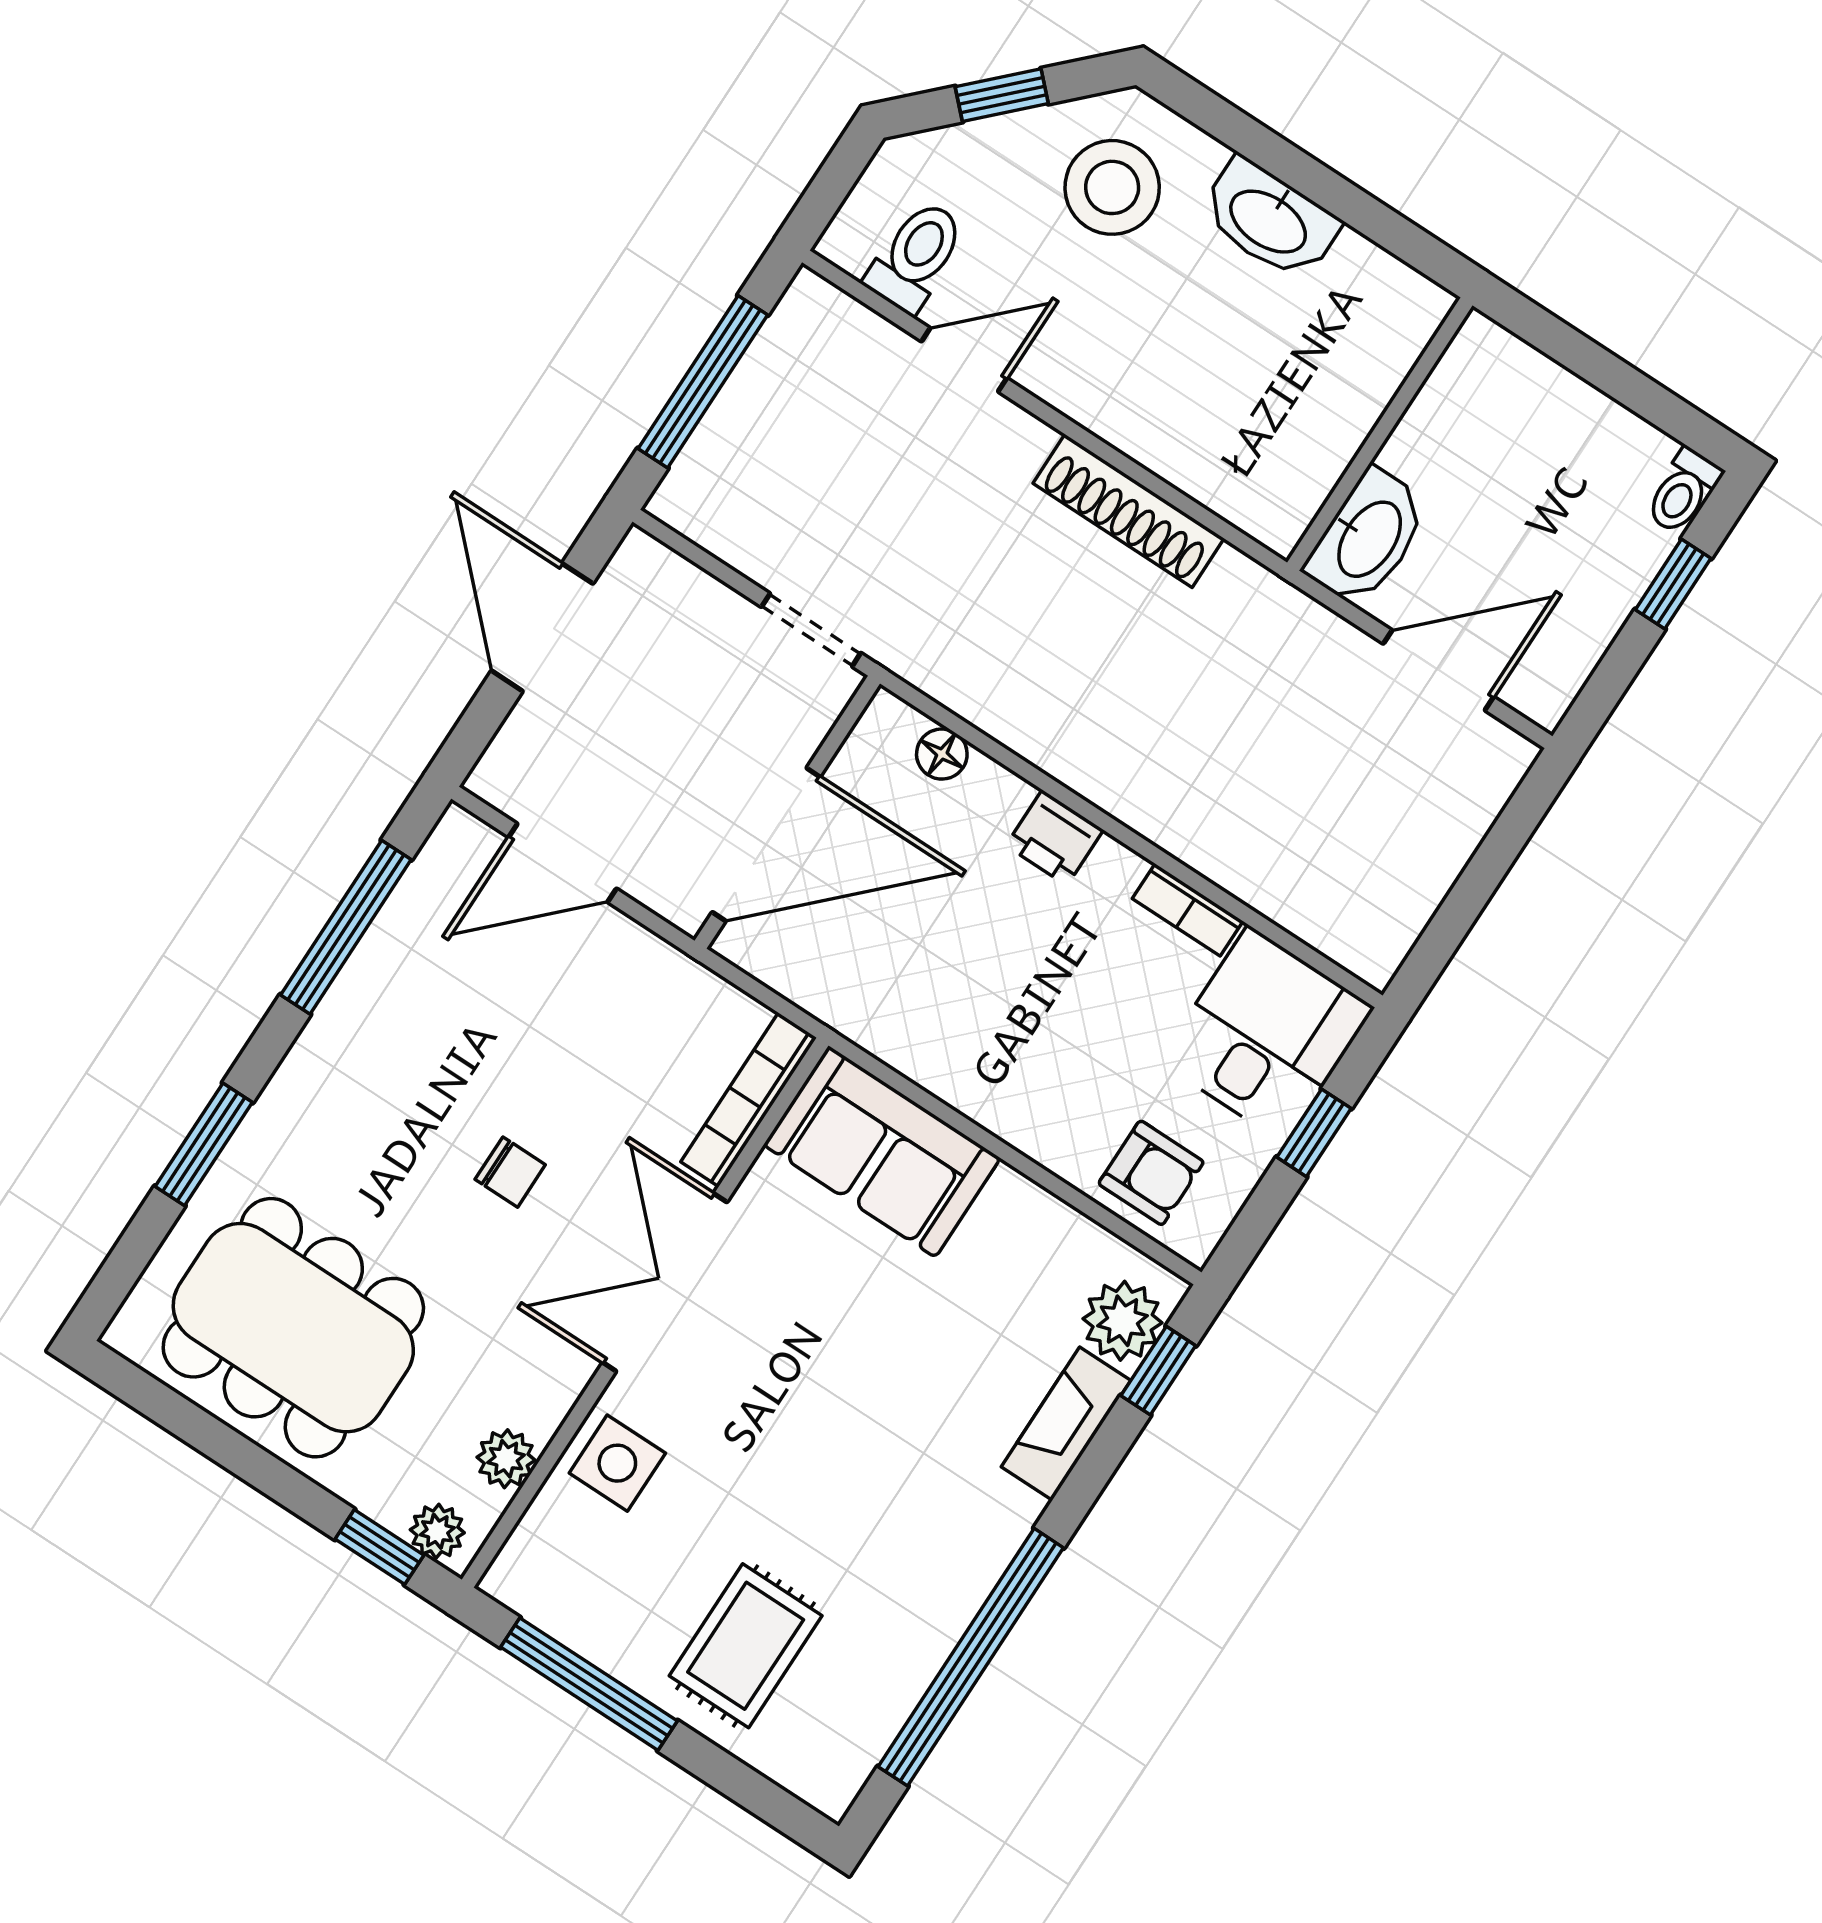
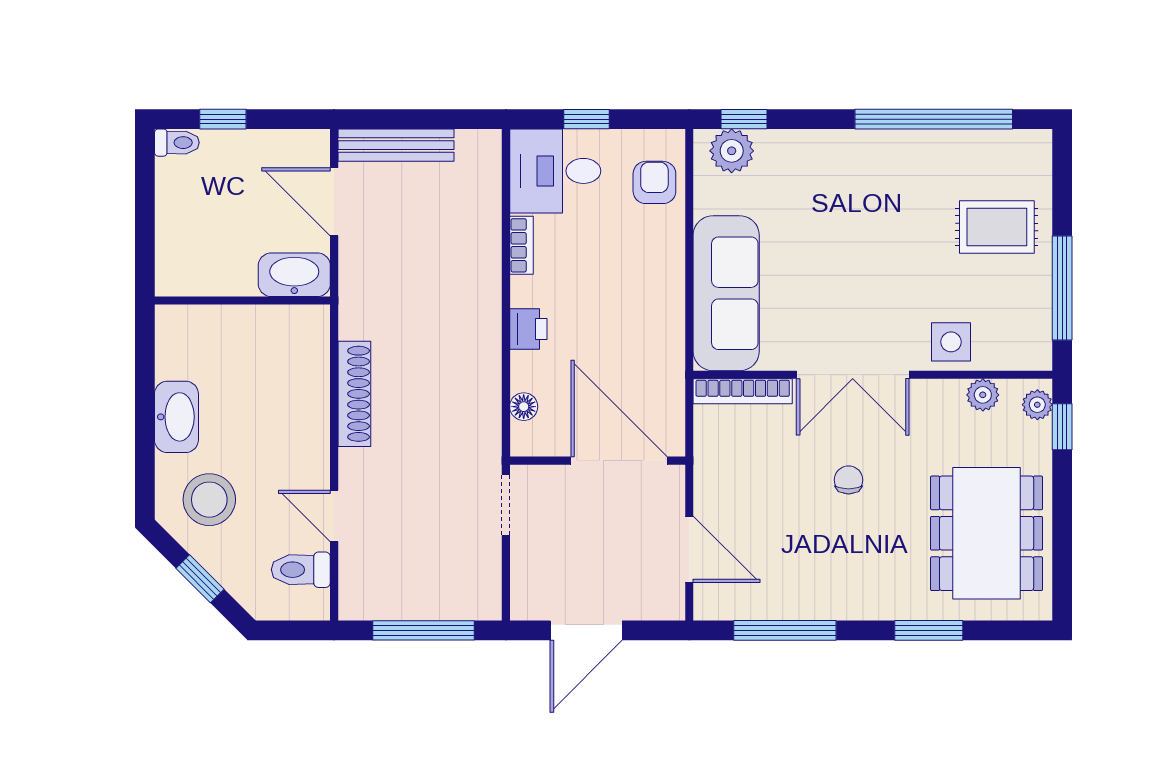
bench: (1463, 820) -> (396, 145), added
sofa: (882, 1151) -> (726, 293), width x1.36
fireplace: (1066, 1424) -> (797, 146), removed

